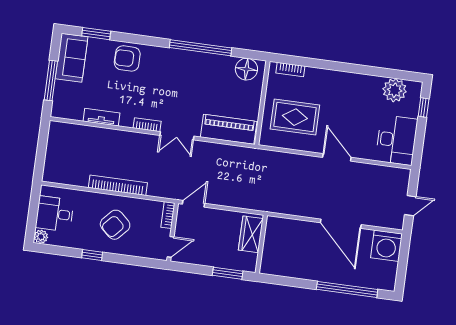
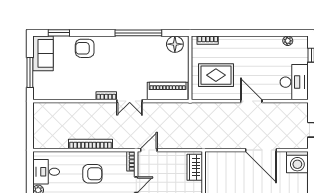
plant: (395, 90) -> (288, 41), width x0.53, depth x0.53
tv unit: (101, 117) -> (71, 95), removed
armchair: (115, 225) -> (92, 174), turned -132

